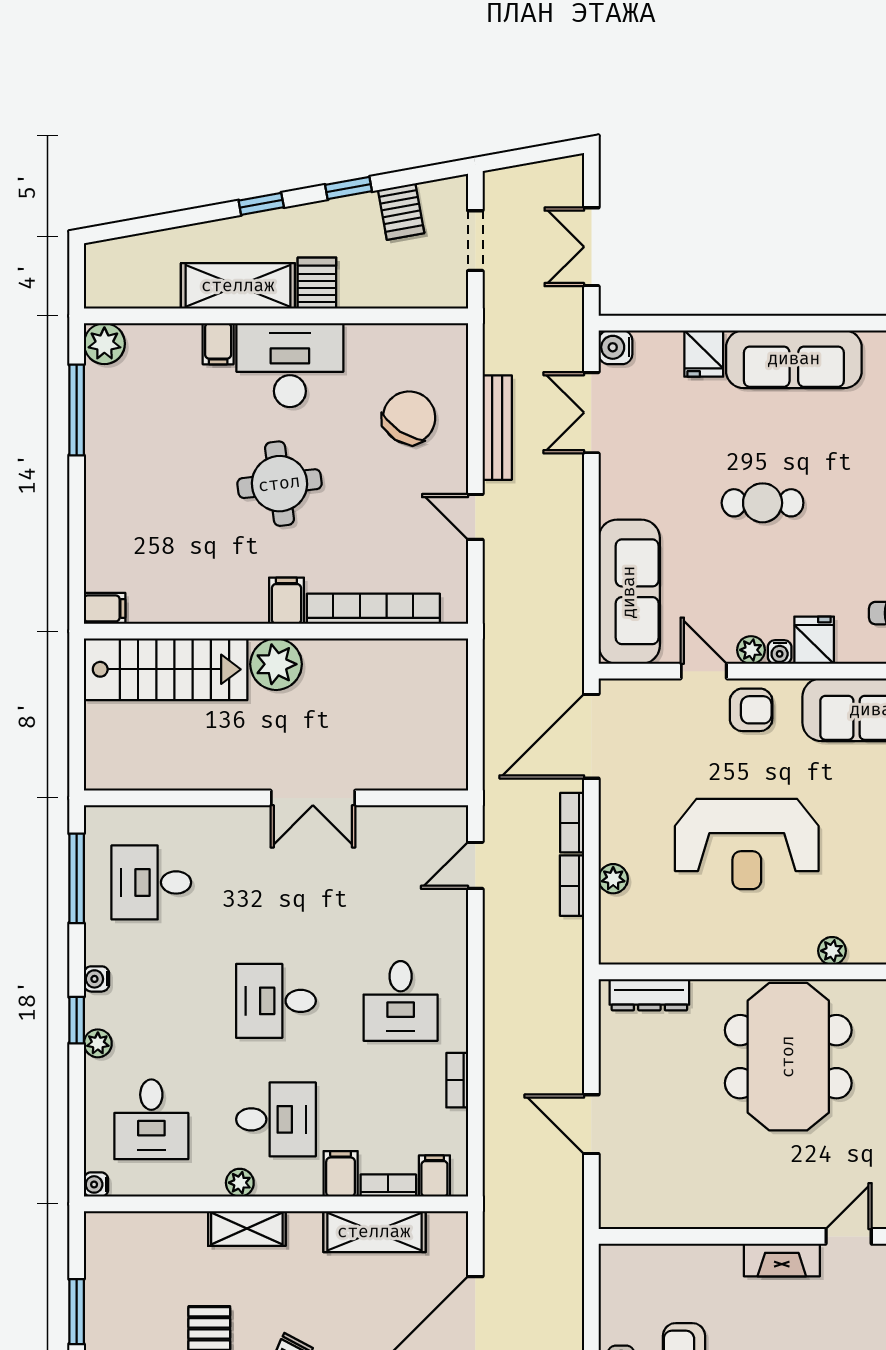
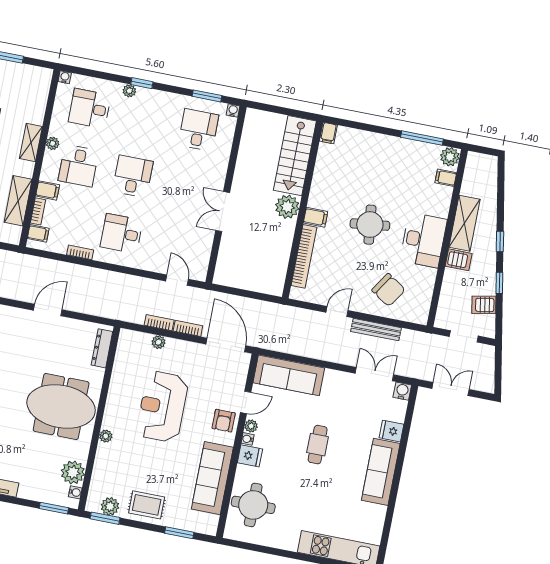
filing cabinet: (218, 344) -> (446, 178), moved
window: (77, 878) -> (207, 96), width x0.69
water cooler: (96, 979) -> (233, 110), moved

